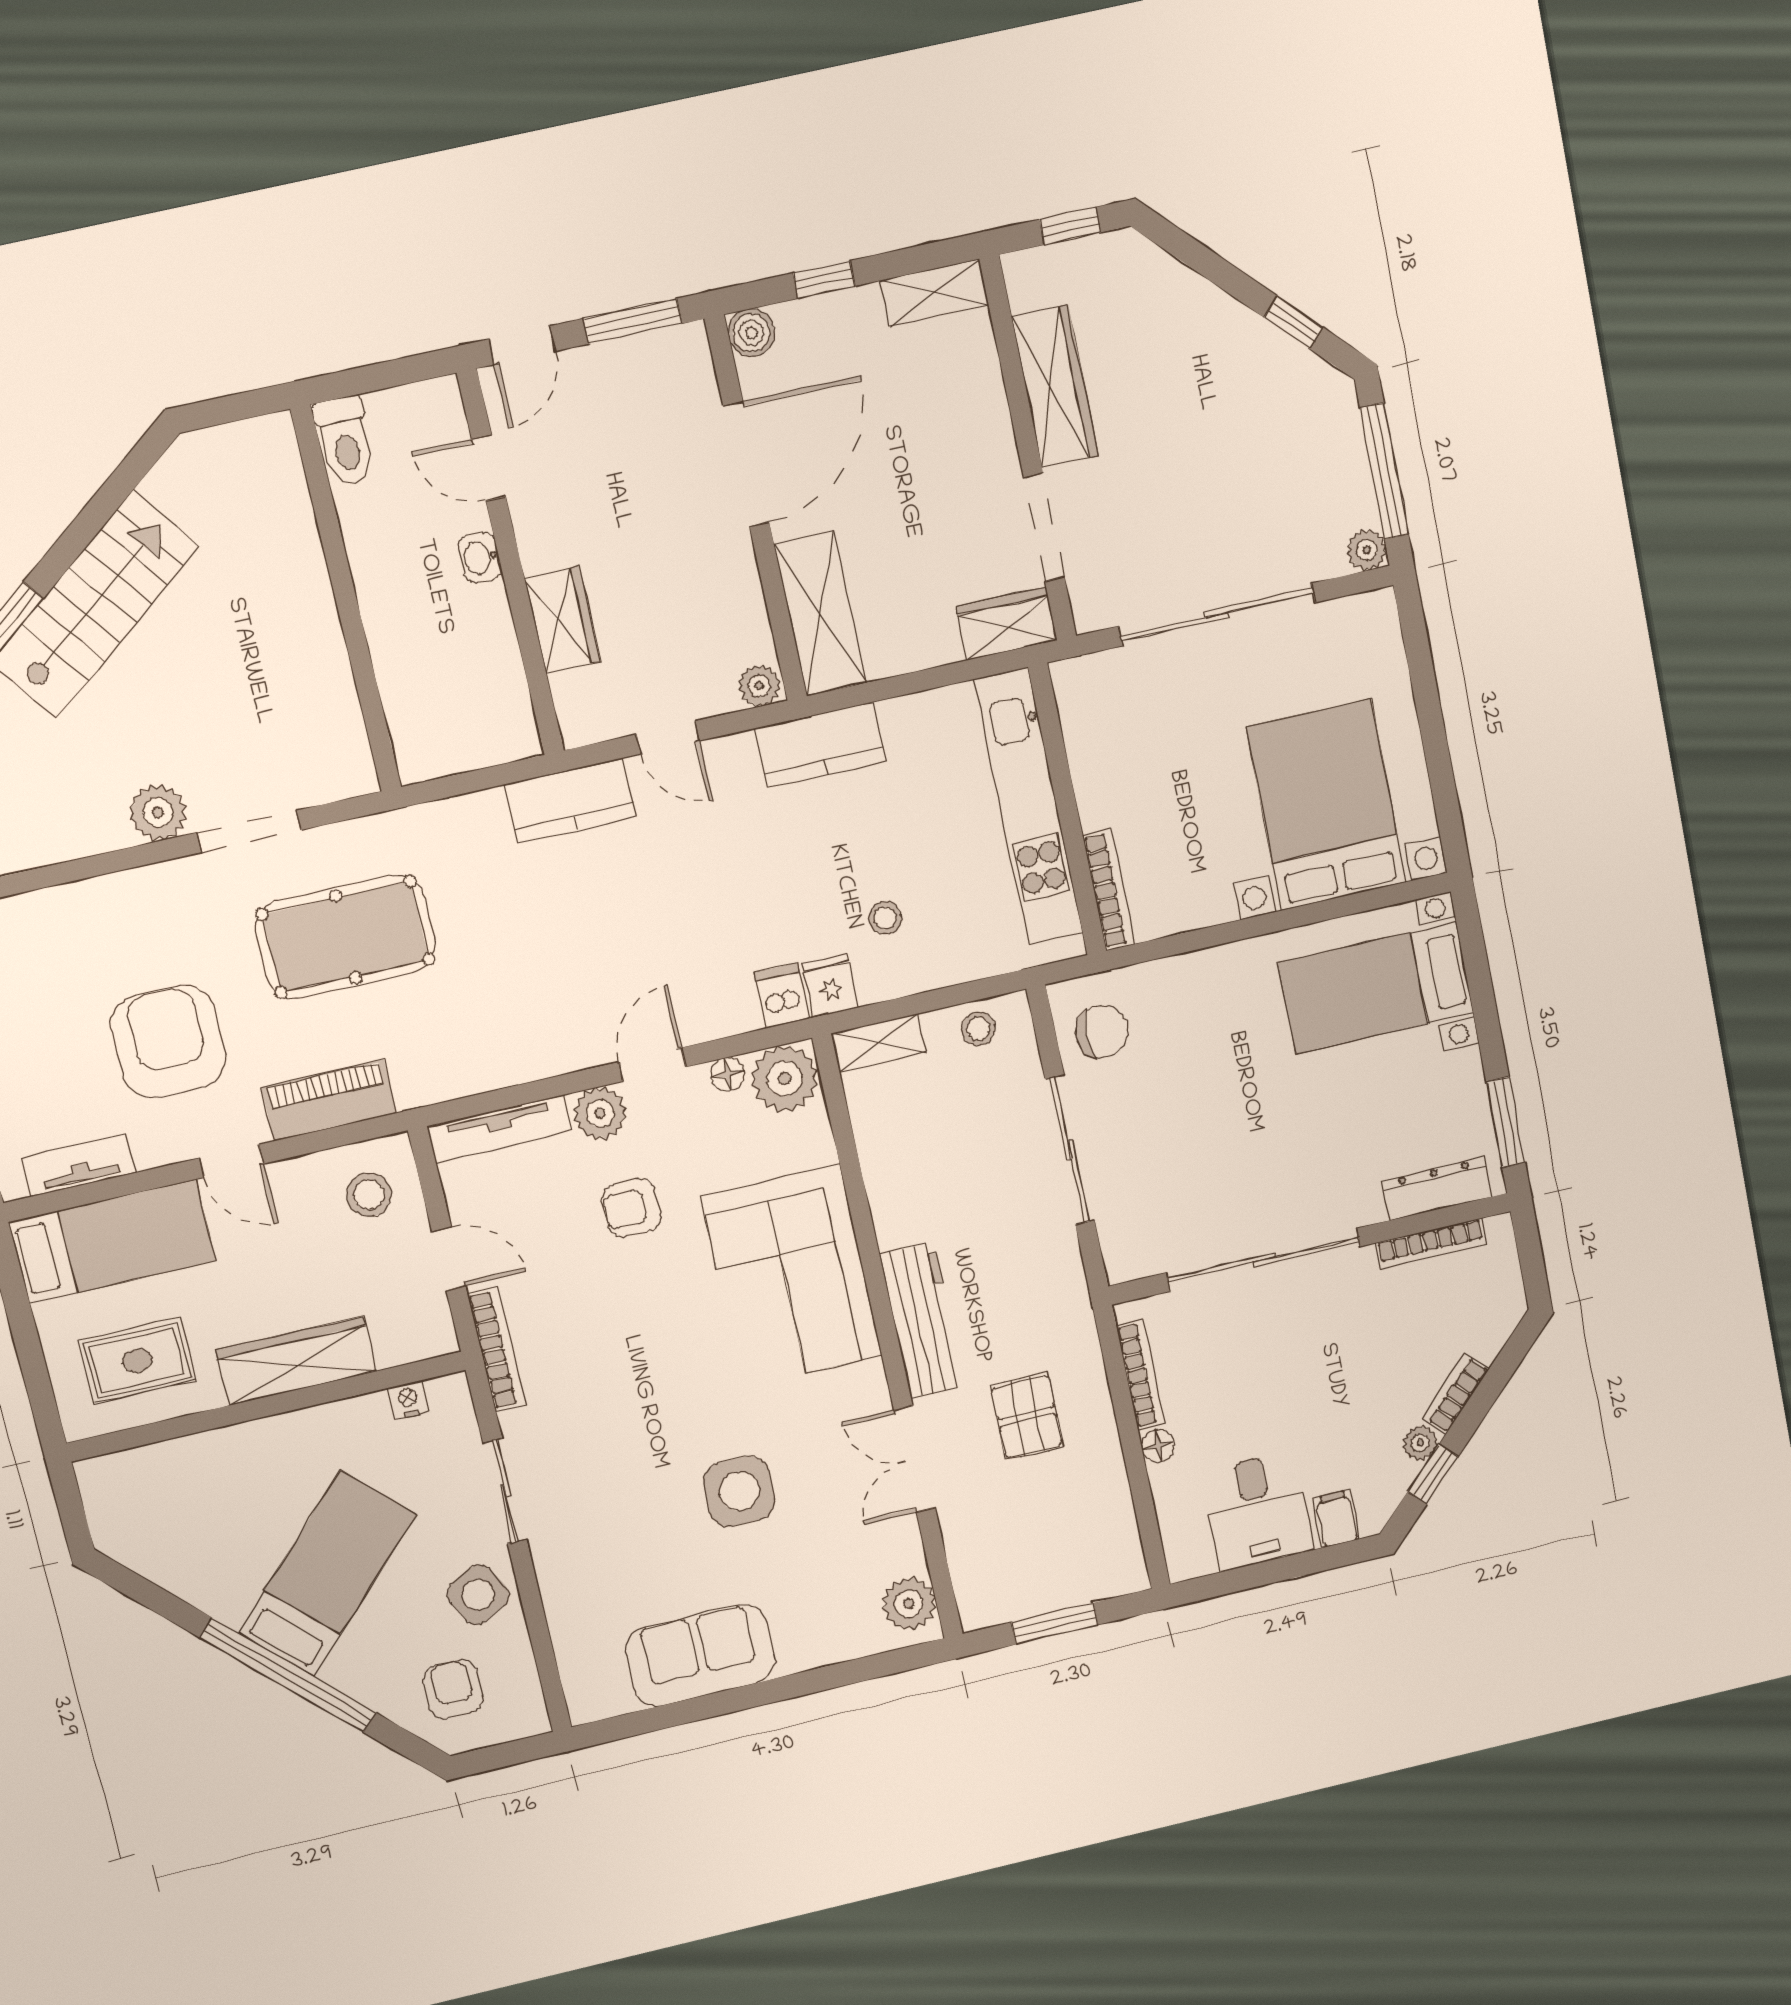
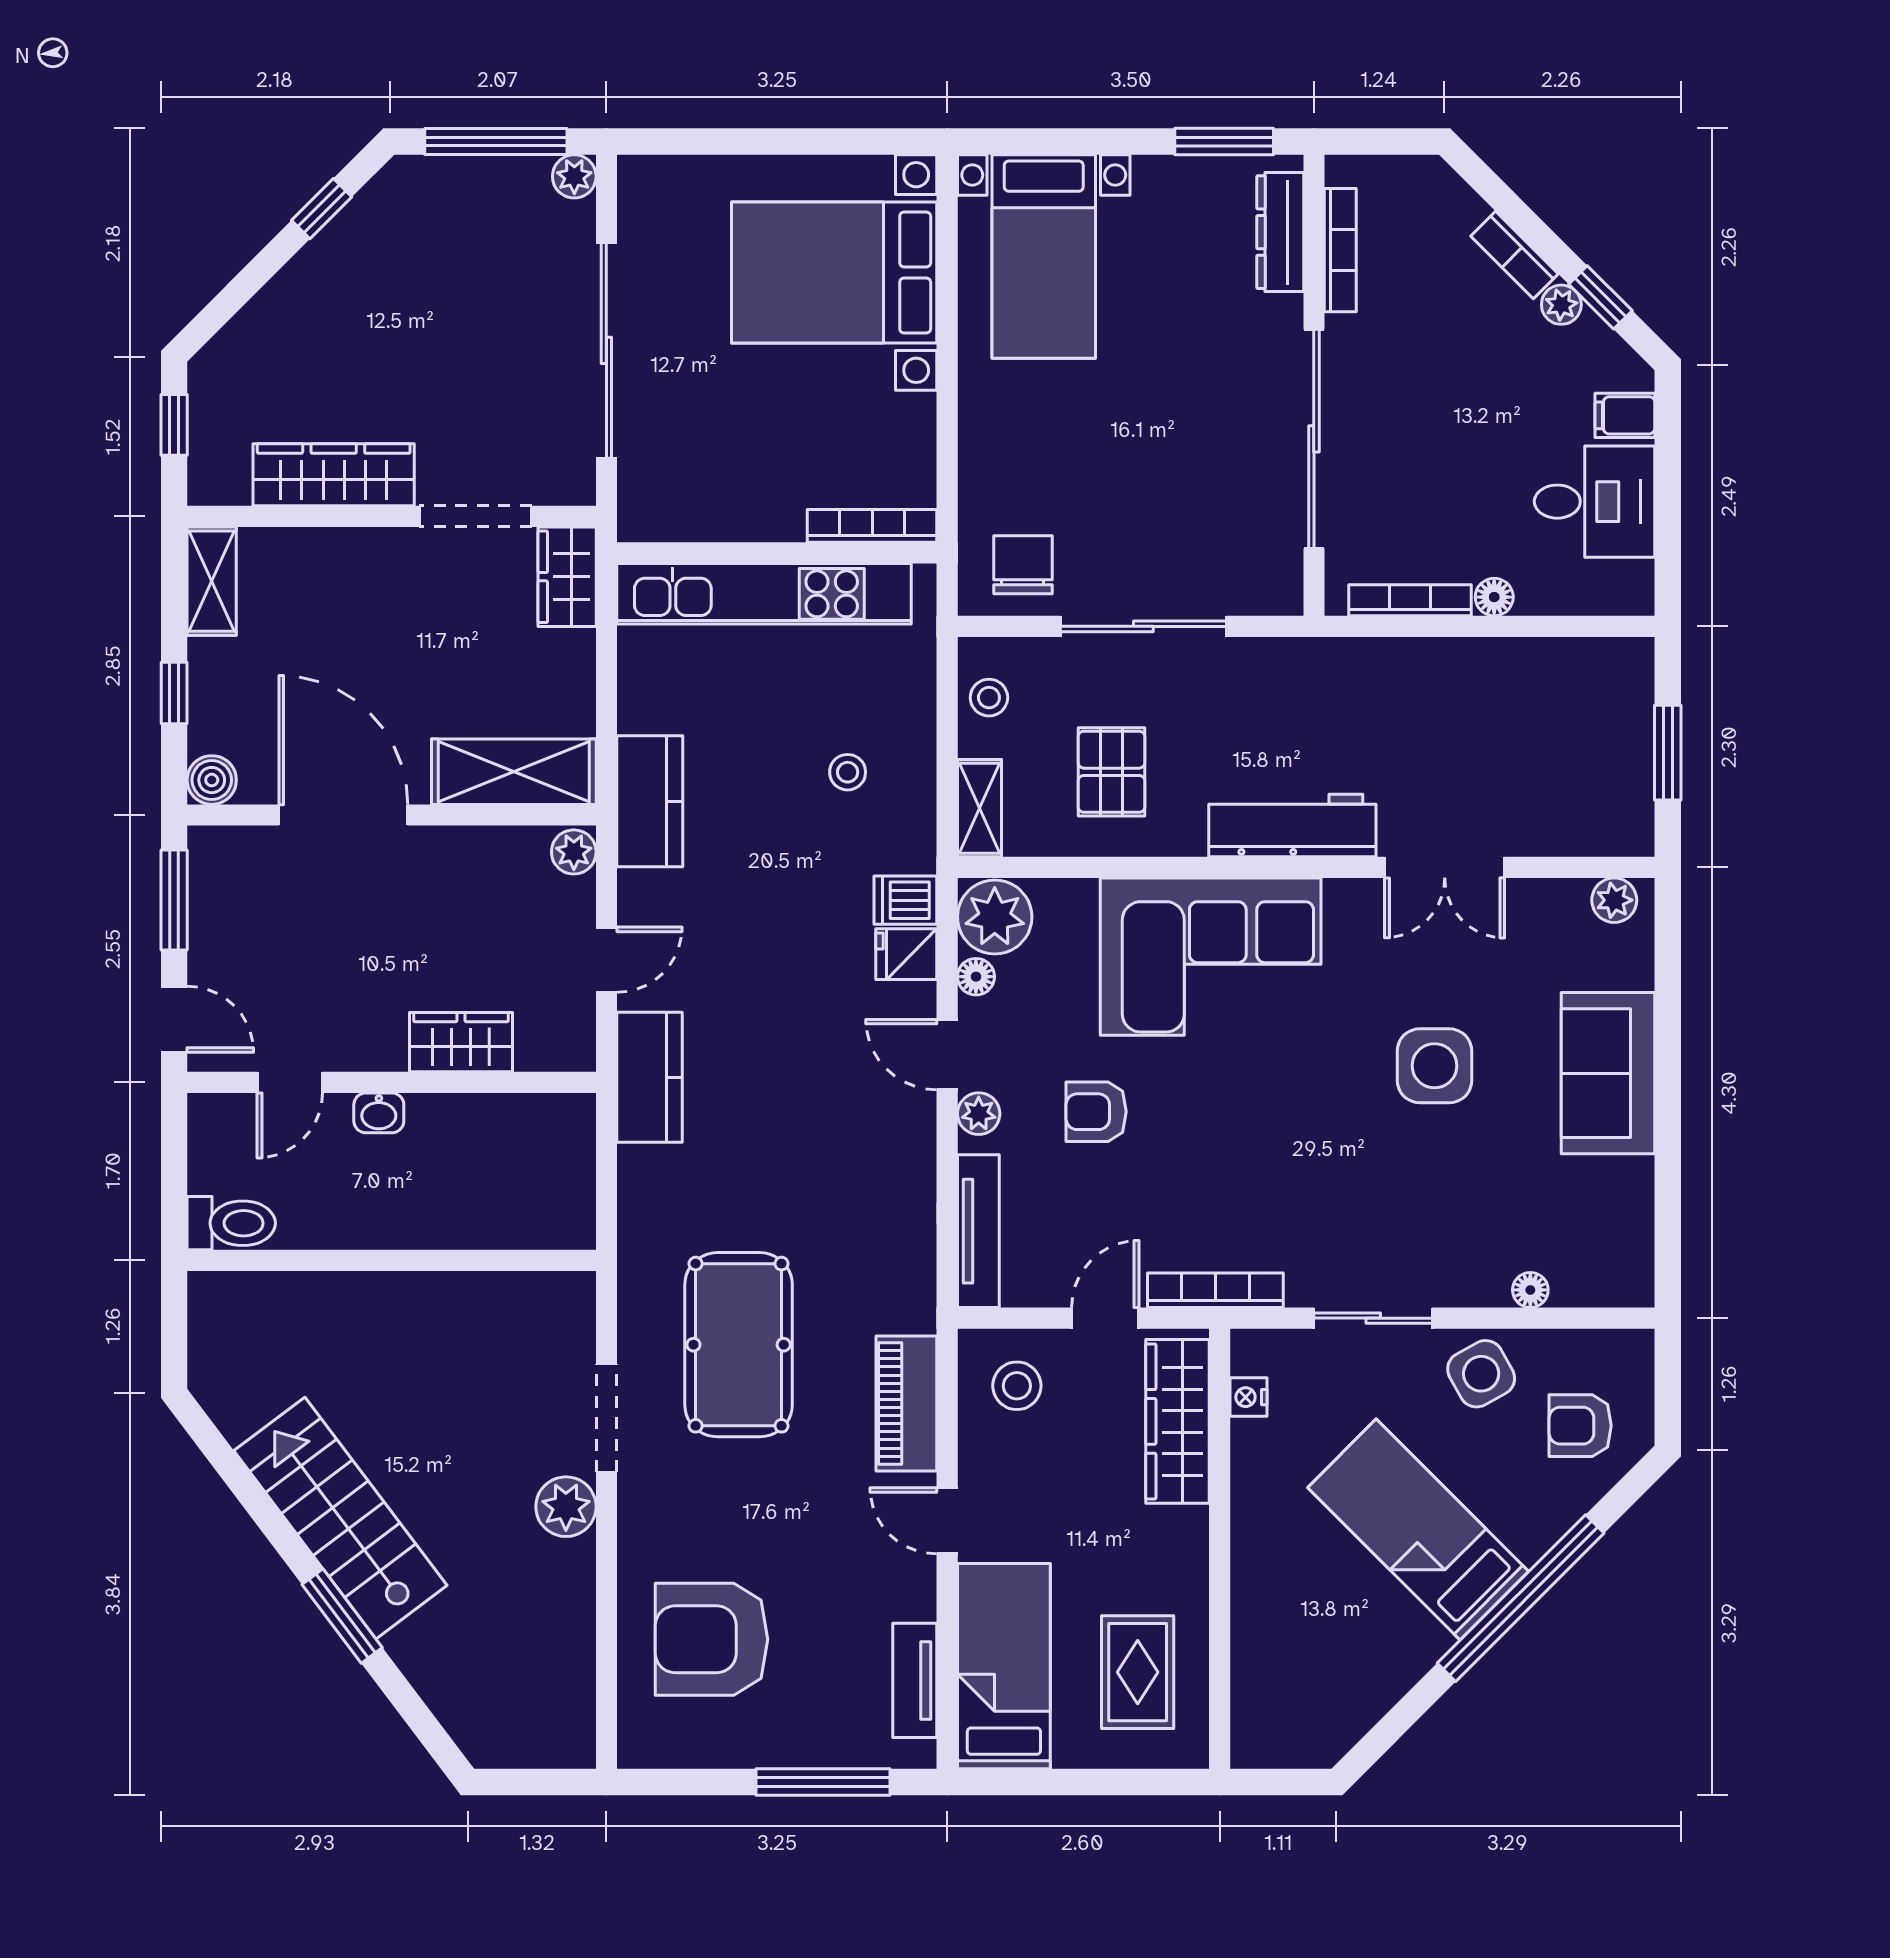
fridge: (830, 985) -> (906, 954), moved
armchair: (169, 1041) -> (712, 1639), moved
plant: (600, 1113) -> (979, 1114), width x0.73, depth x0.73
door: (232, 1161) -> (947, 1521), swing flipped
armchair: (631, 1208) -> (1096, 1112), turned 90
wardrobe: (296, 1361) -> (1177, 1421), moved
pallet: (1027, 1416) -> (1112, 772), moved, turned 90
plant: (909, 1604) -> (1614, 900), width x0.73, depth x0.73
floor lamp: (562, 1619) -> (1530, 1290), added
sofa: (700, 1655) -> (1608, 1073), moved

